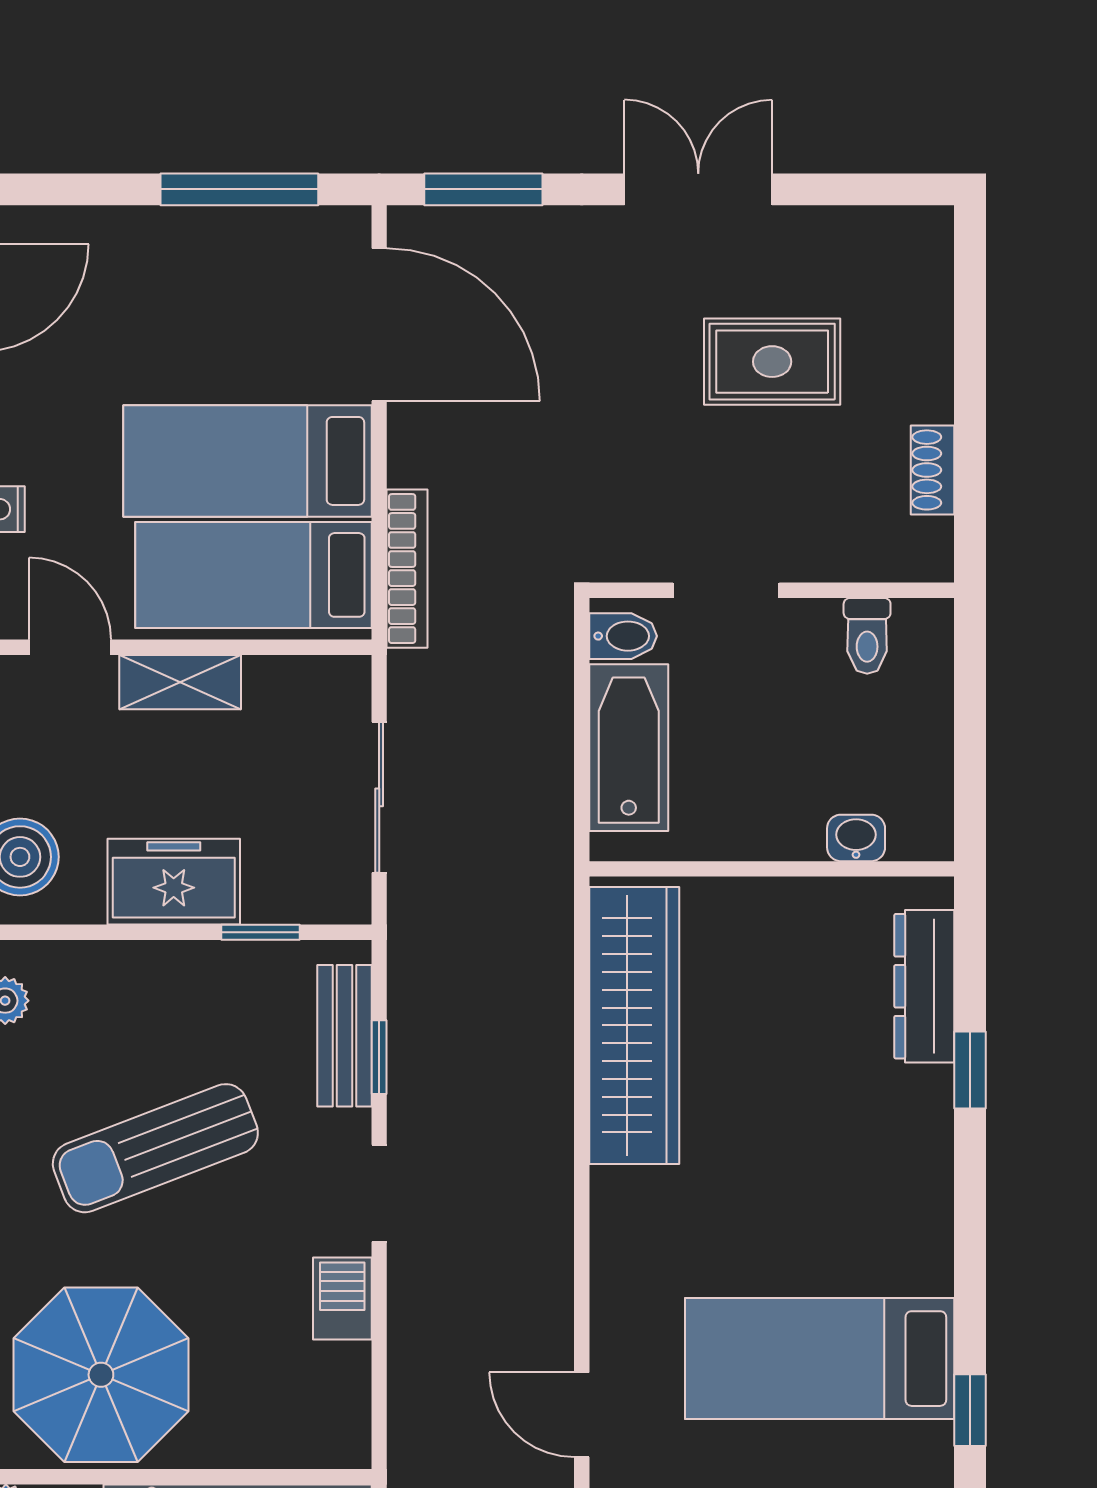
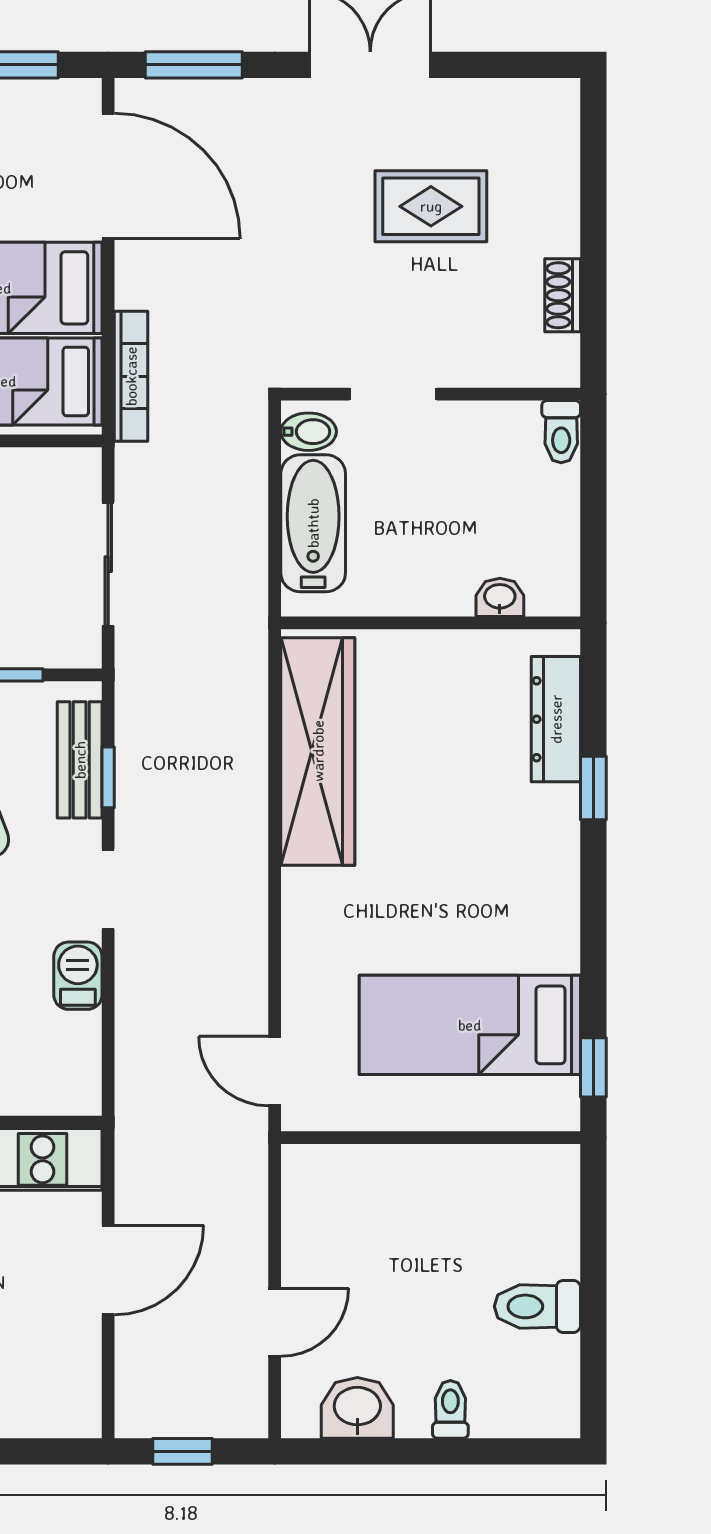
toilet: (867, 636) -> (561, 432), moved

